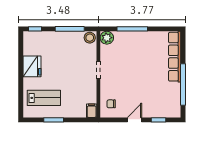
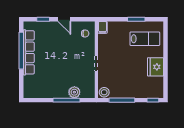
plant: (107, 38) -> (74, 92), moved
row of seats: (175, 57) -> (29, 52), moved
lab bench: (44, 98) -> (145, 39), turned 180
door: (135, 120) -> (64, 19), hinge flipped

